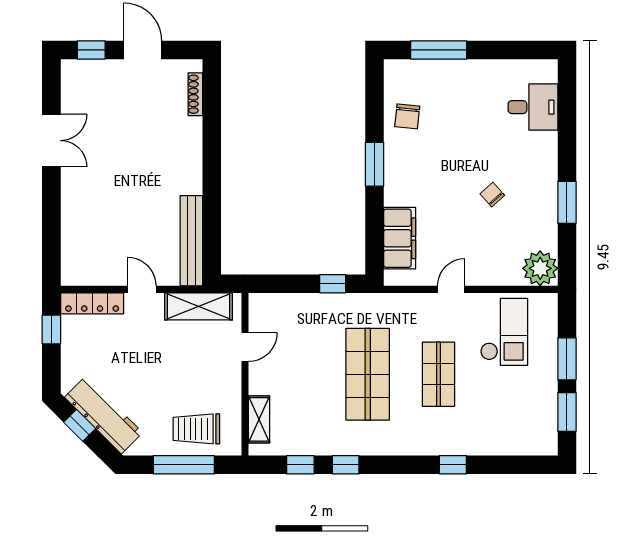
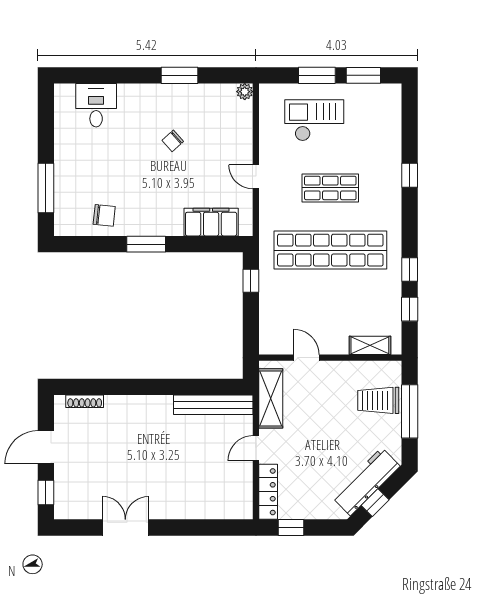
plant: (540, 268) -> (245, 92), width x0.53, depth x0.53
checkout: (504, 332) -> (314, 120), moved
shop shelf: (368, 374) -> (330, 250), width x1.40
trolley: (196, 429) -> (378, 400), turned 90

